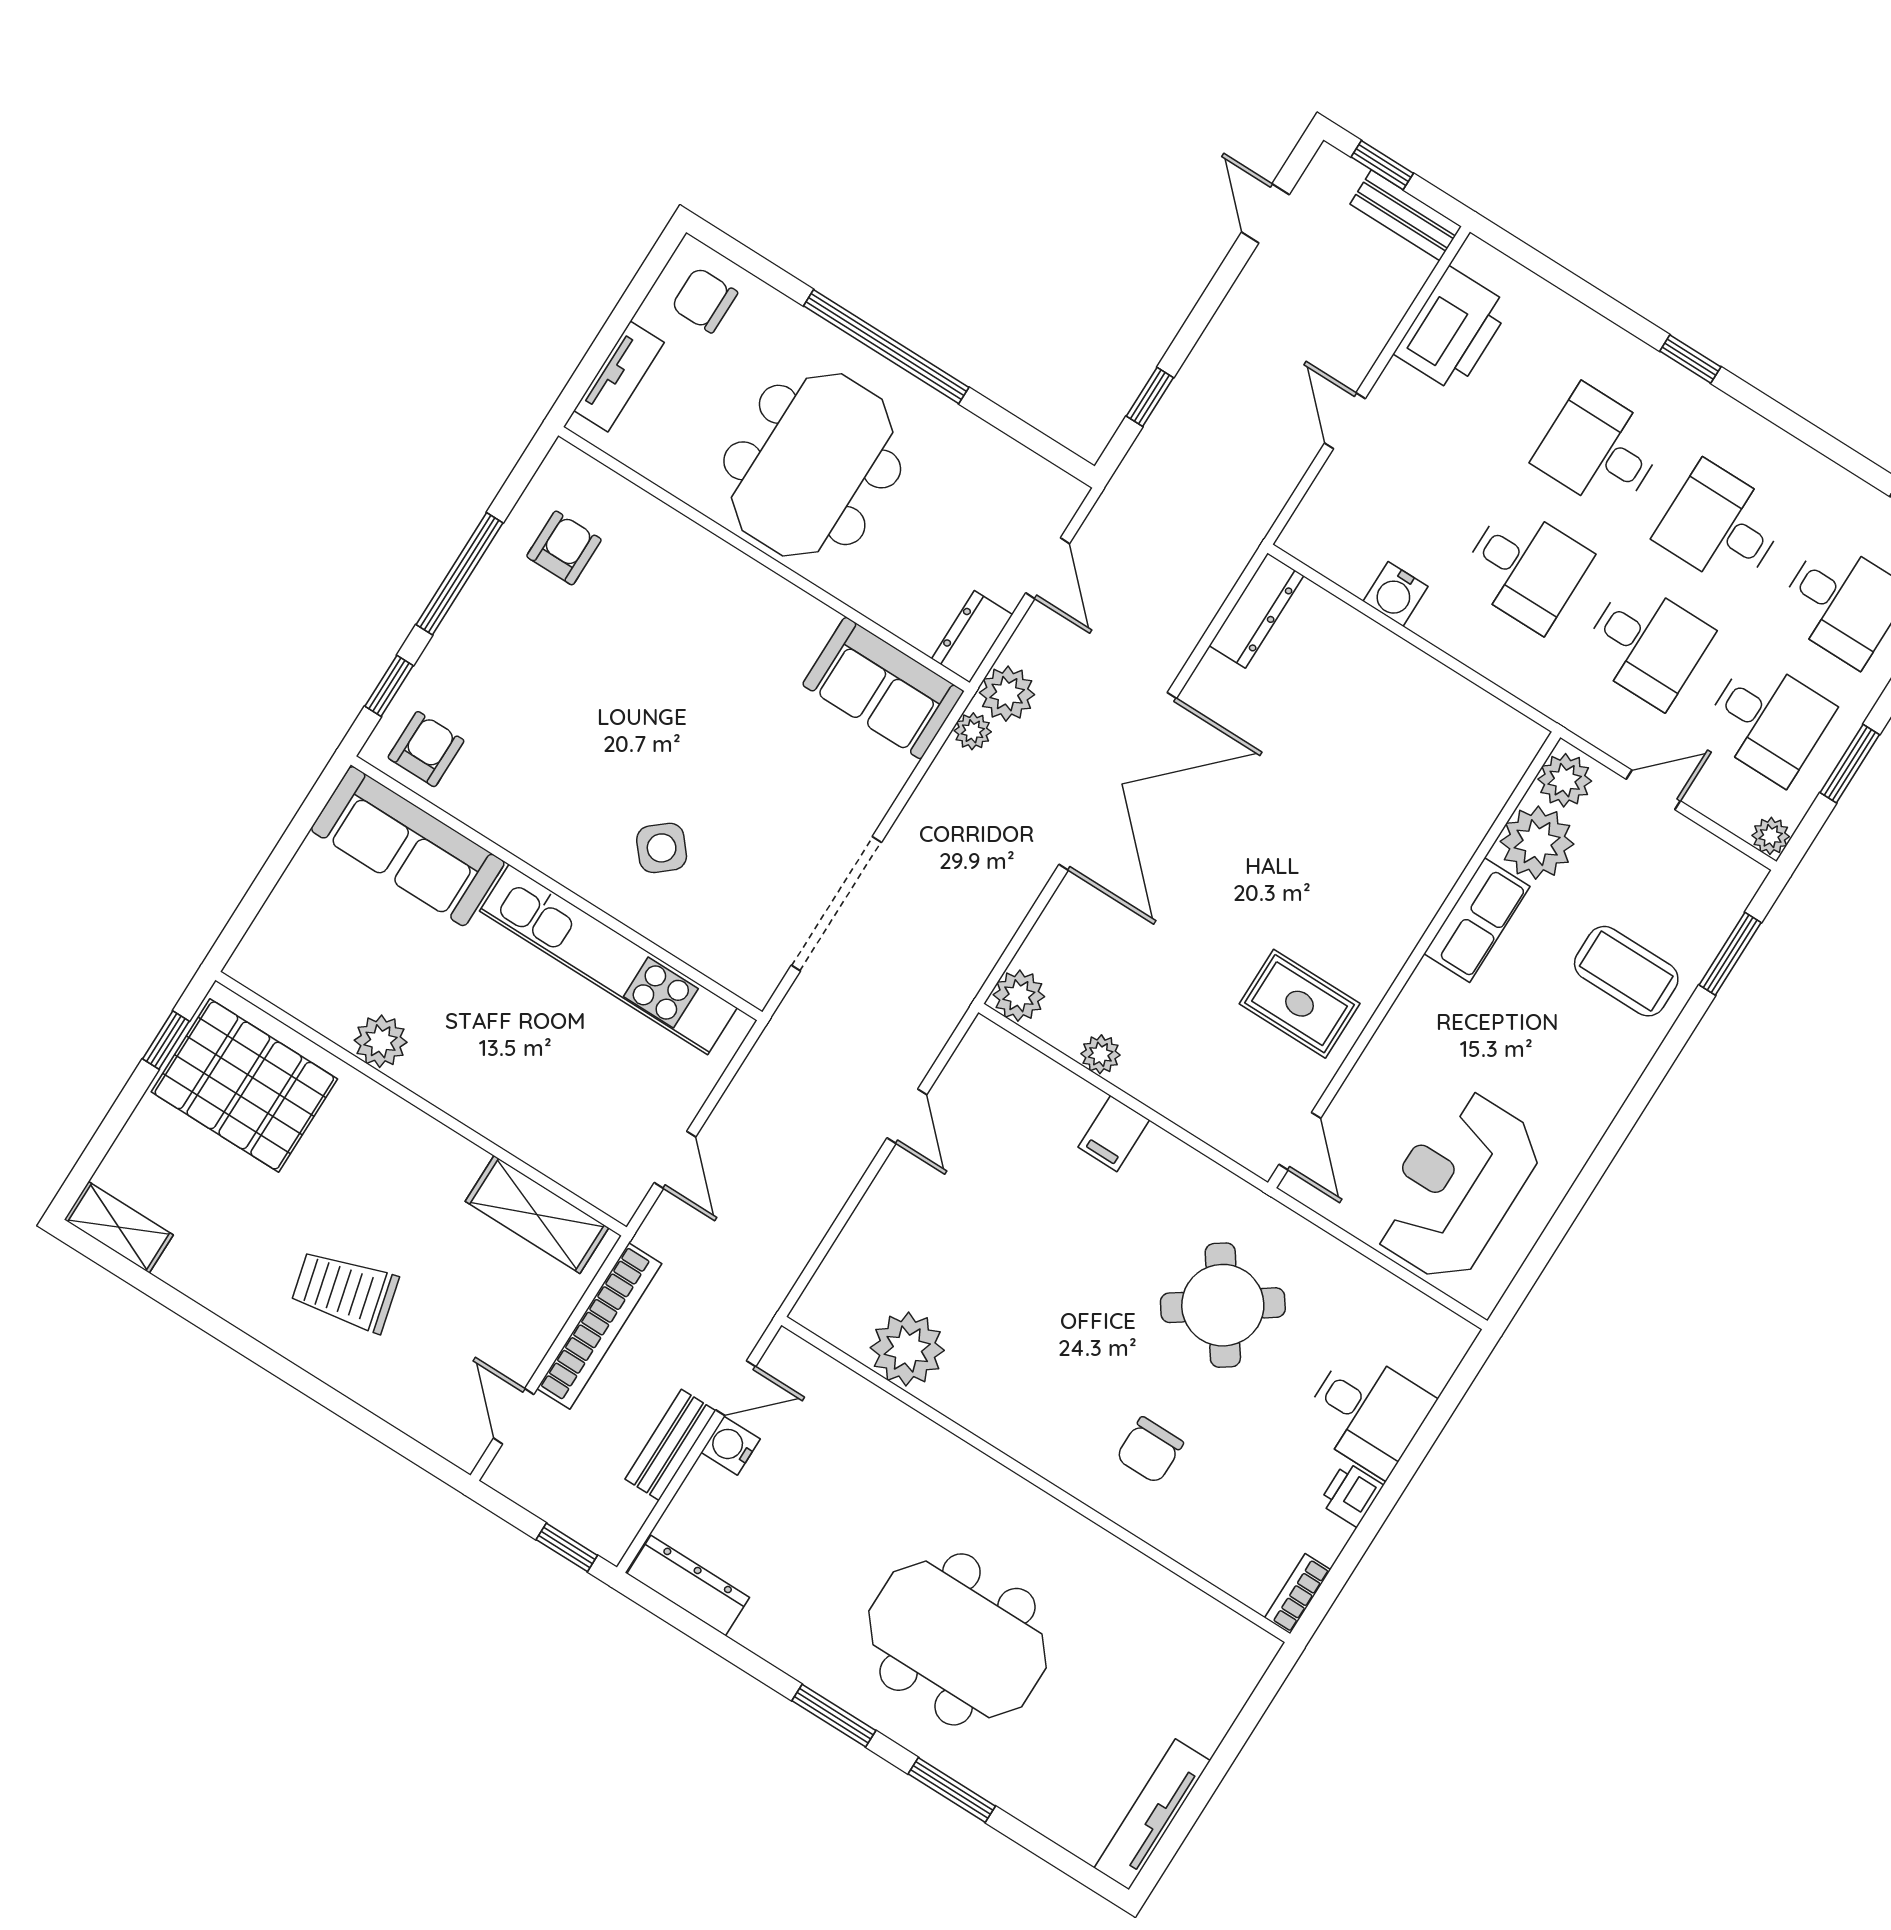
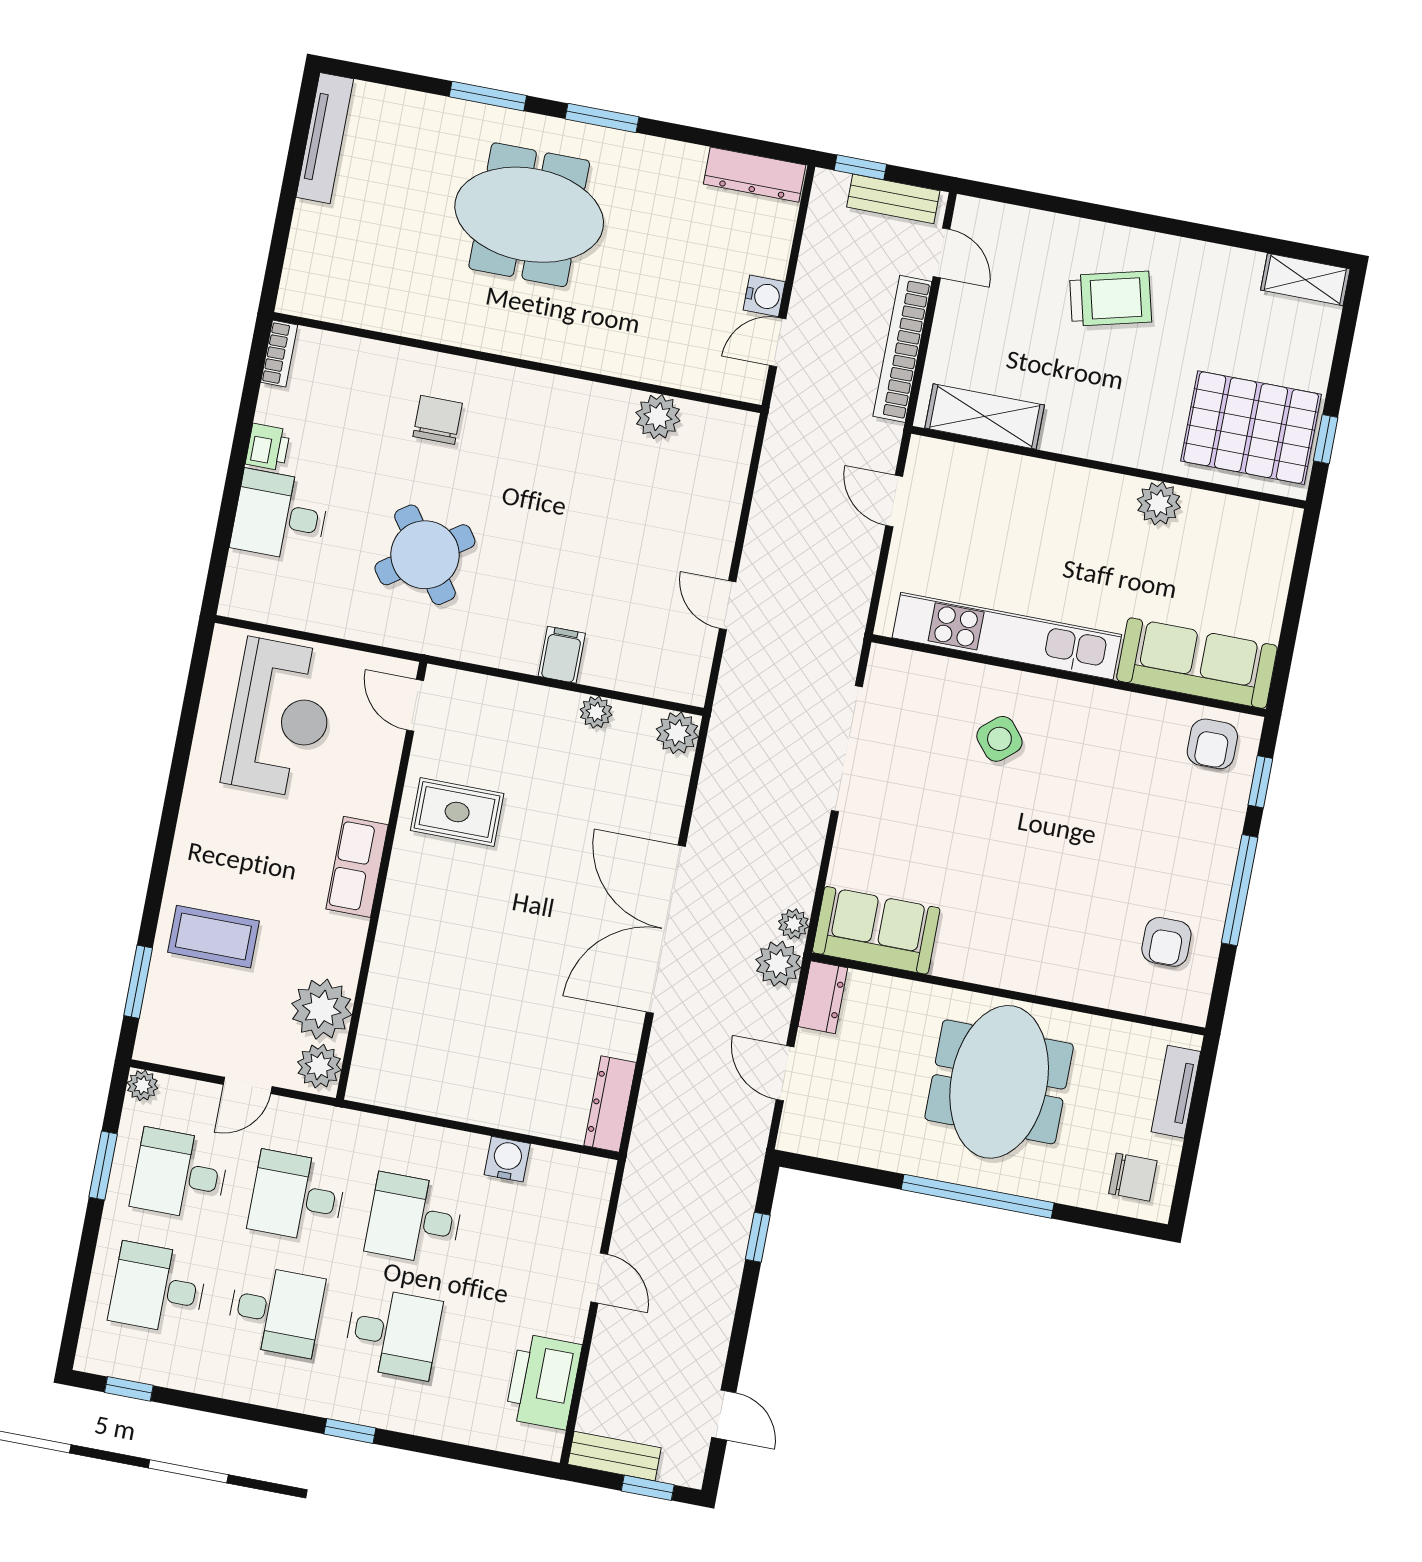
row of seats: (1477, 920) -> (357, 867), moved
plant: (907, 1349) -> (658, 417), width x0.73, depth x0.73
bench: (670, 1445) -> (893, 199), moved, turned 90

